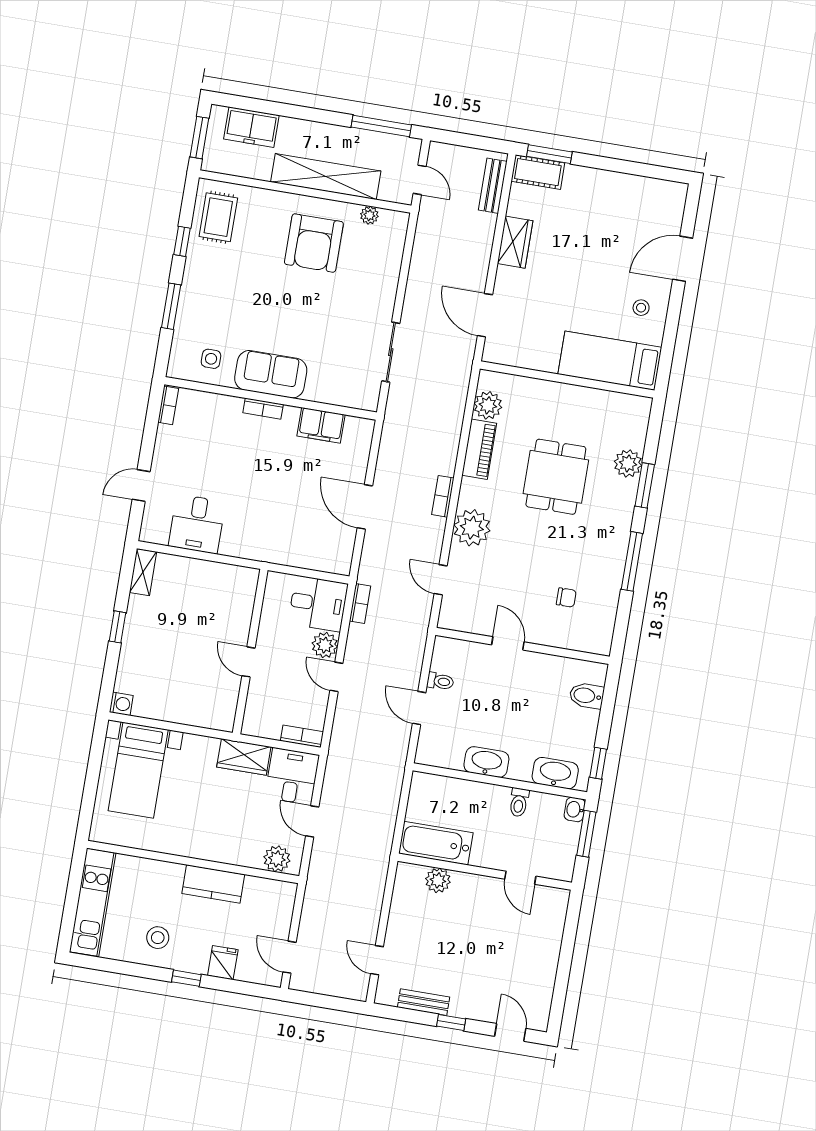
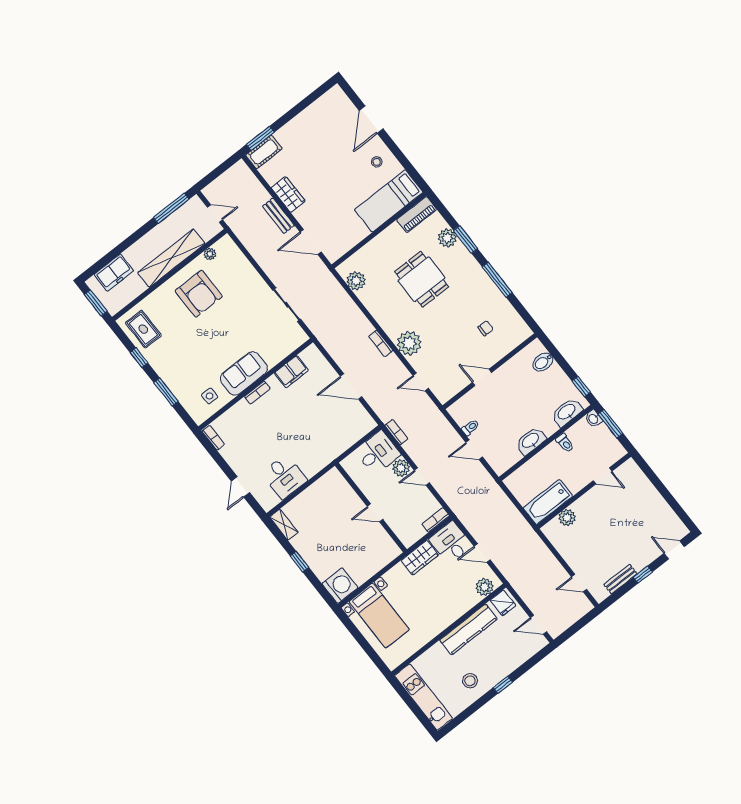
bench: (493, 186) -> (278, 216), moved
piano: (479, 449) -> (417, 215), moved, turned 90
washing machine: (121, 704) -> (340, 586), width x1.89, depth x1.89
kitchen counter: (213, 884) -> (468, 630), width x1.50
fridge: (223, 963) -> (503, 603), moved, turned 180

